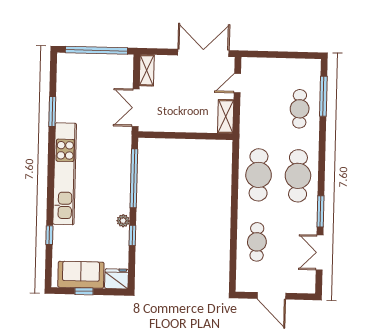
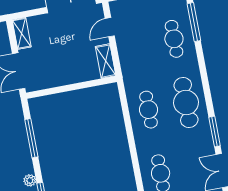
cafe table: (259, 175) -> (149, 110), width x0.73, depth x0.74
window: (134, 178) -> (31, 138), width x0.68

